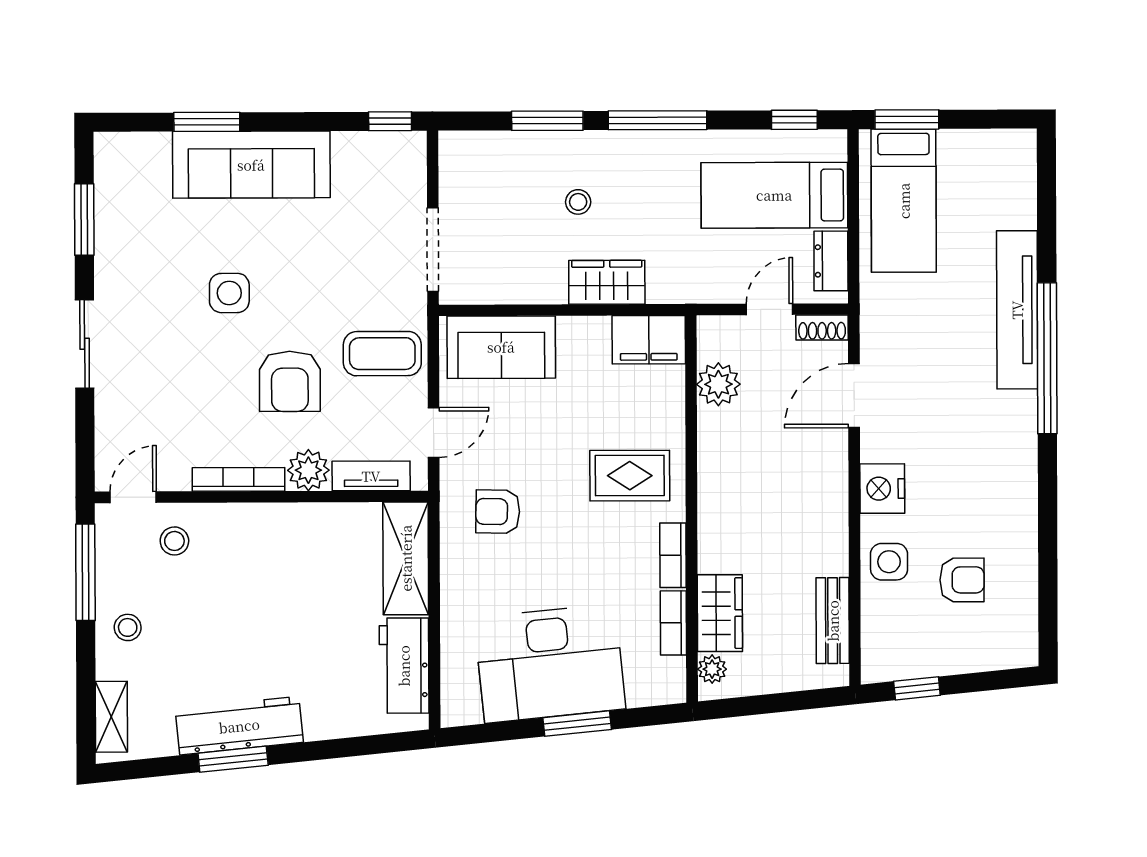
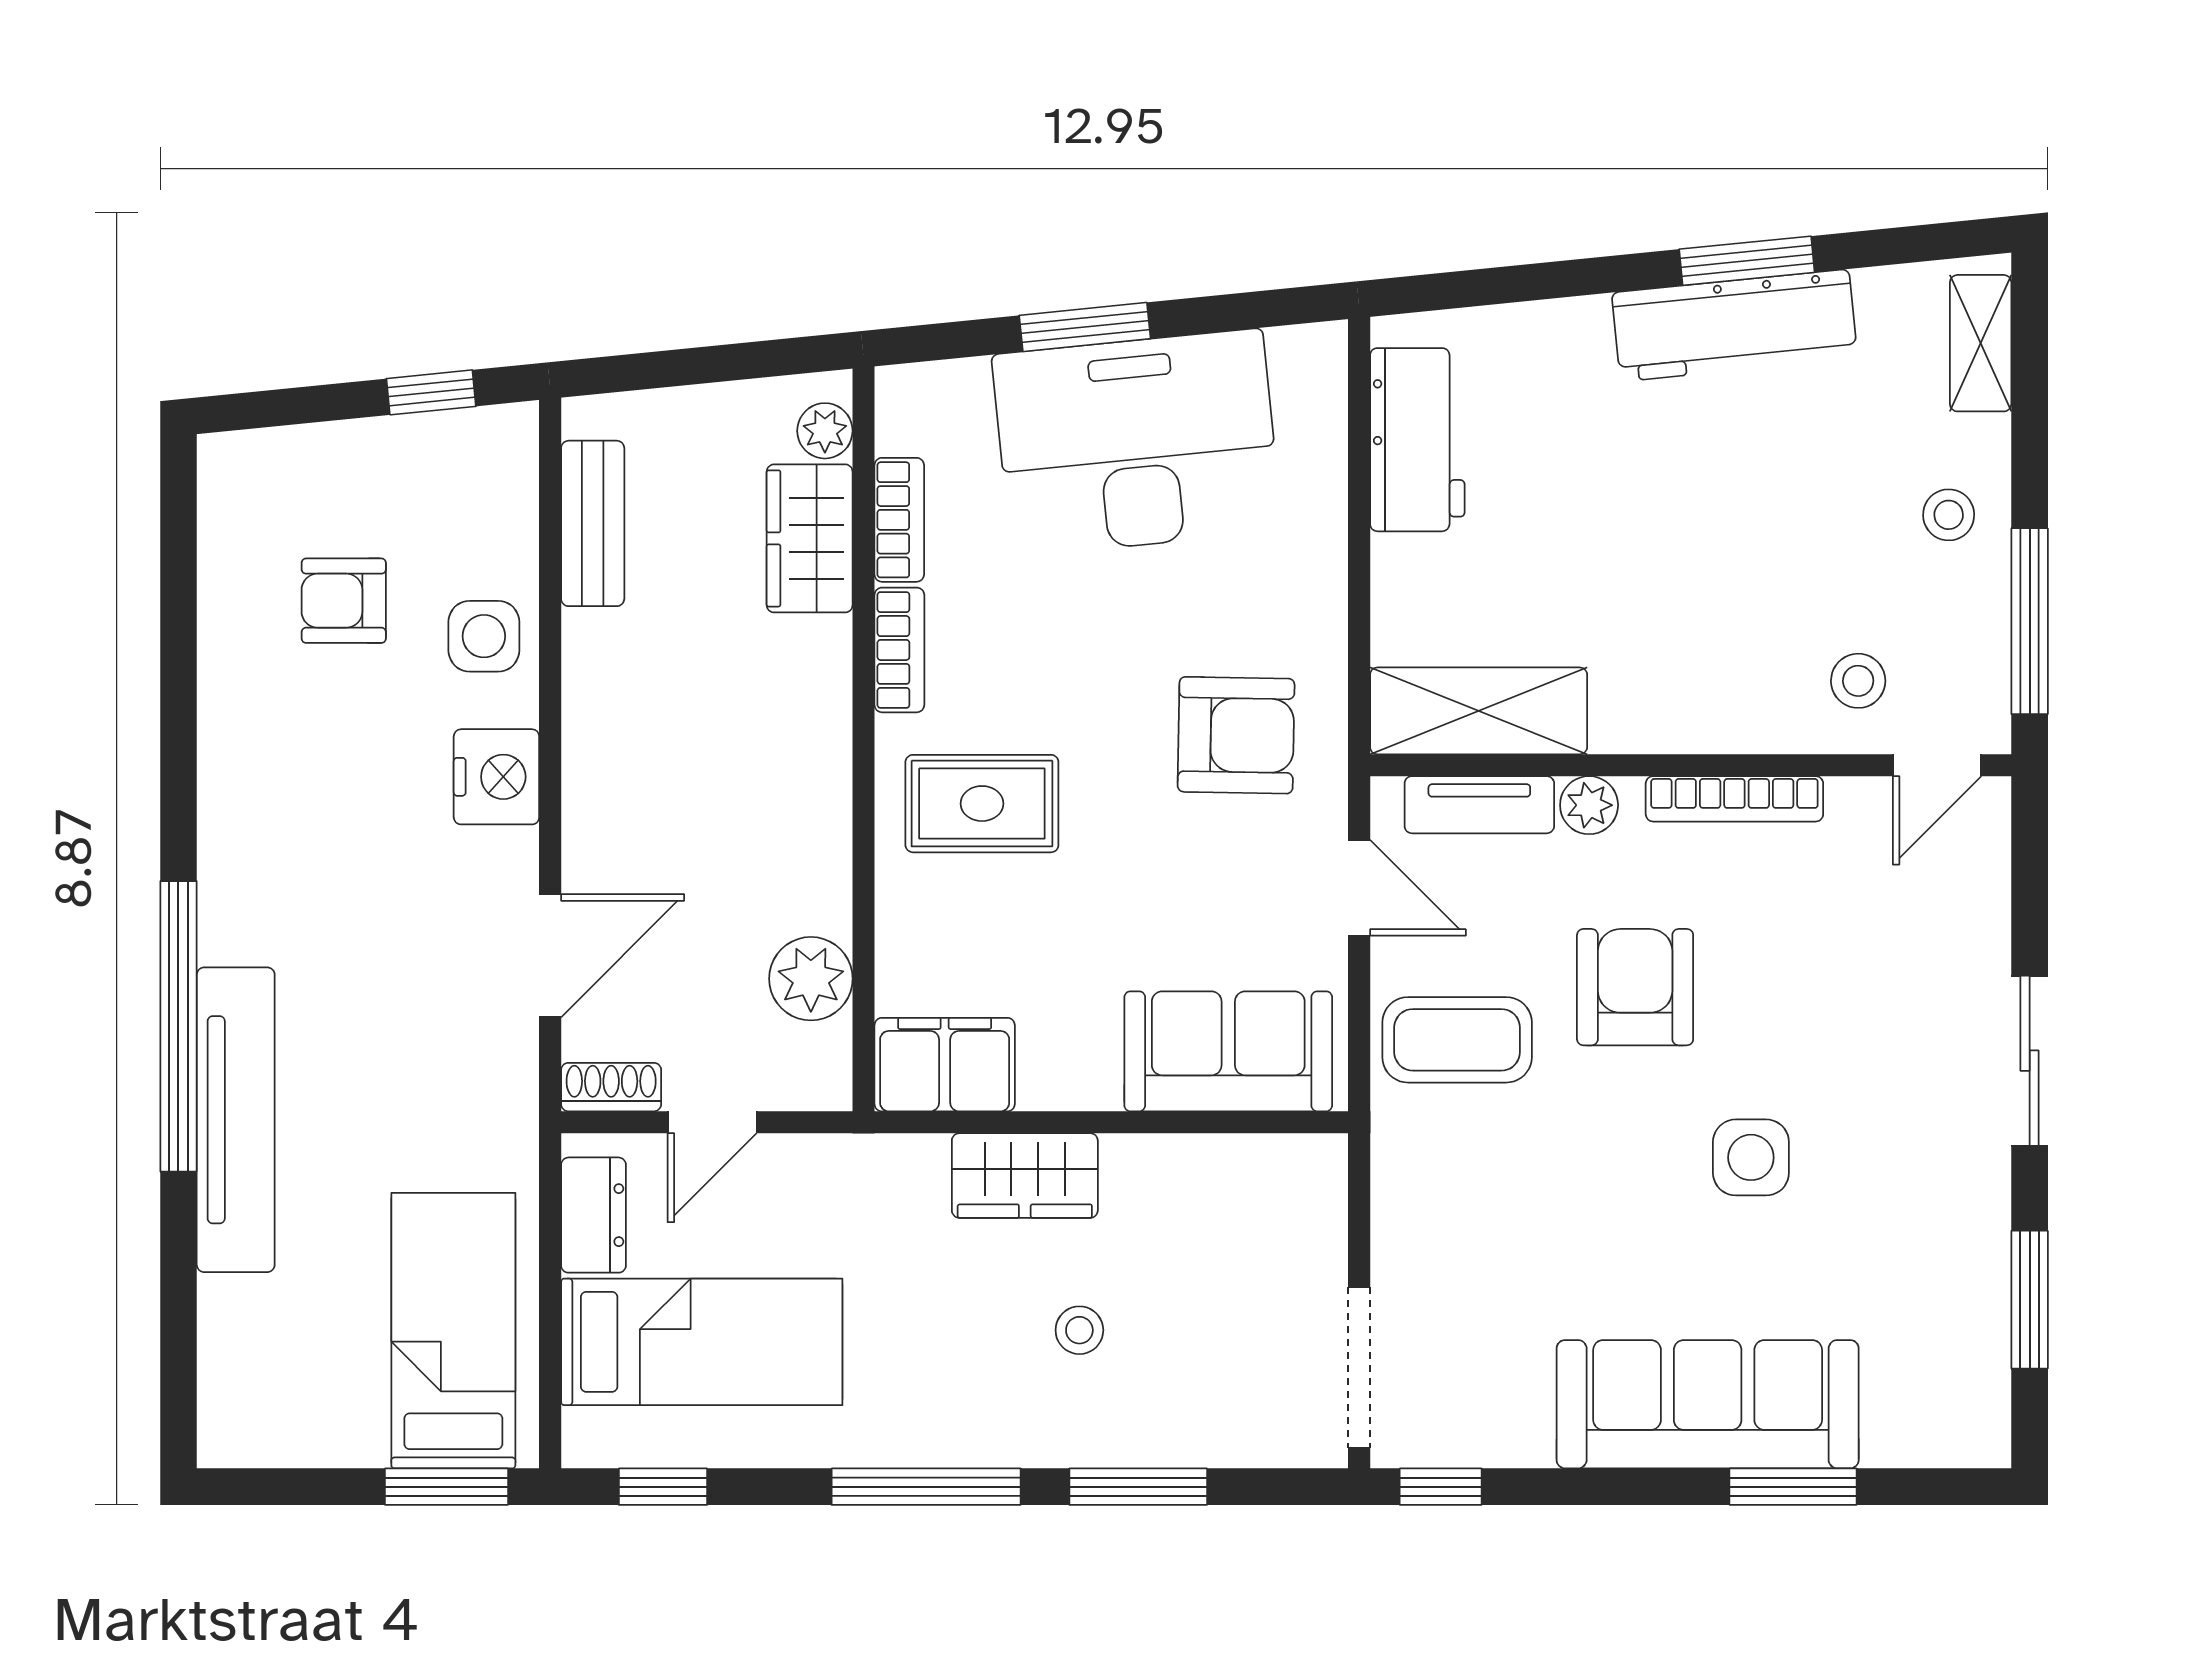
doorway: (433, 250) -> (1359, 1368), moved
door: (434, 432) -> (1359, 888), swing flipped
plant: (308, 470) -> (1589, 805), width x0.73, depth x0.73
armchair: (498, 512) -> (1236, 735), width x1.38, depth x1.38
shelving: (406, 558) -> (1479, 711), moved, turned 90

